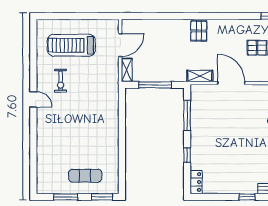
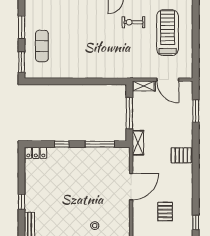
window: (153, 16) -> (196, 111), added
shelving: (200, 76) -> (138, 143), moved

